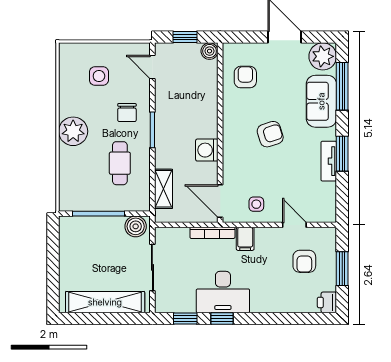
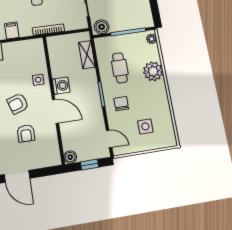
armchair: (245, 77) -> (26, 133), moved
plant: (73, 131) -> (153, 71), moved
plant: (66, 199) -> (152, 39), added
door: (220, 201) -> (55, 111), moved
side table: (256, 204) -> (38, 80), moved
filing cabinet: (245, 239) -> (12, 31), moved

